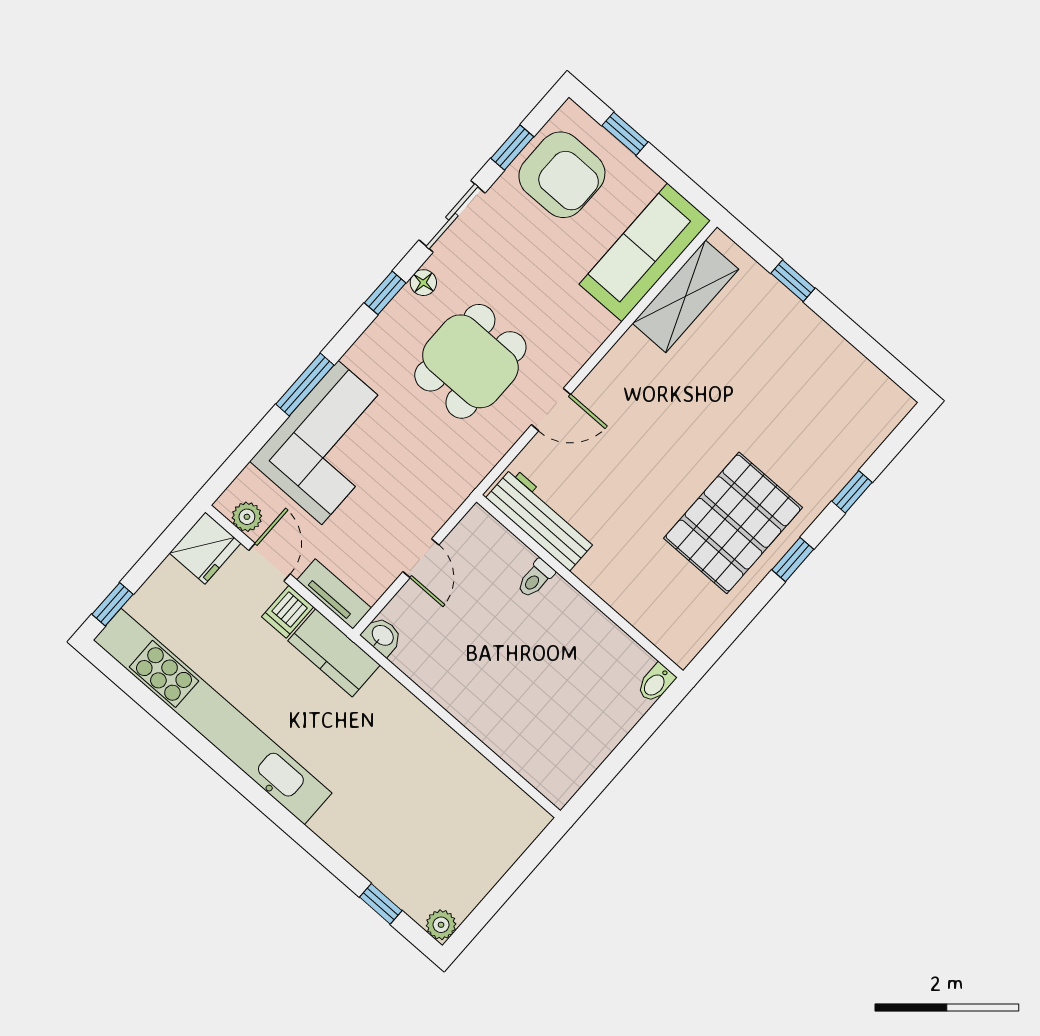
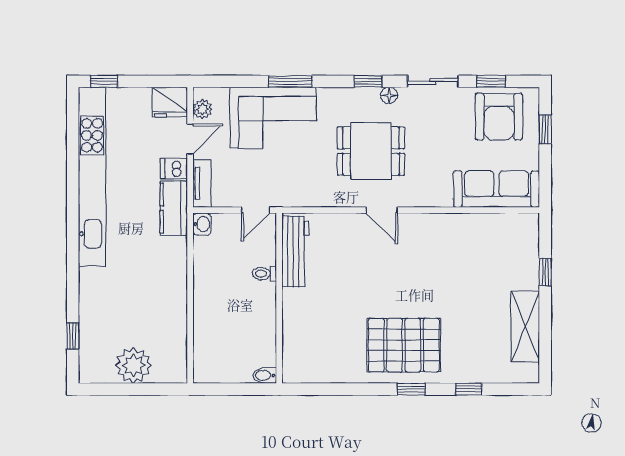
shelving: (685, 296) -> (525, 327), moved, turned 90
workbench: (541, 519) -> (295, 251), moved
toilet: (536, 578) -> (264, 274), moved
wall: (580, 586) -> (279, 298), moved
bidet: (656, 683) -> (265, 375), moved
plant: (441, 925) -> (133, 365), moved, width x1.88, depth x1.88

